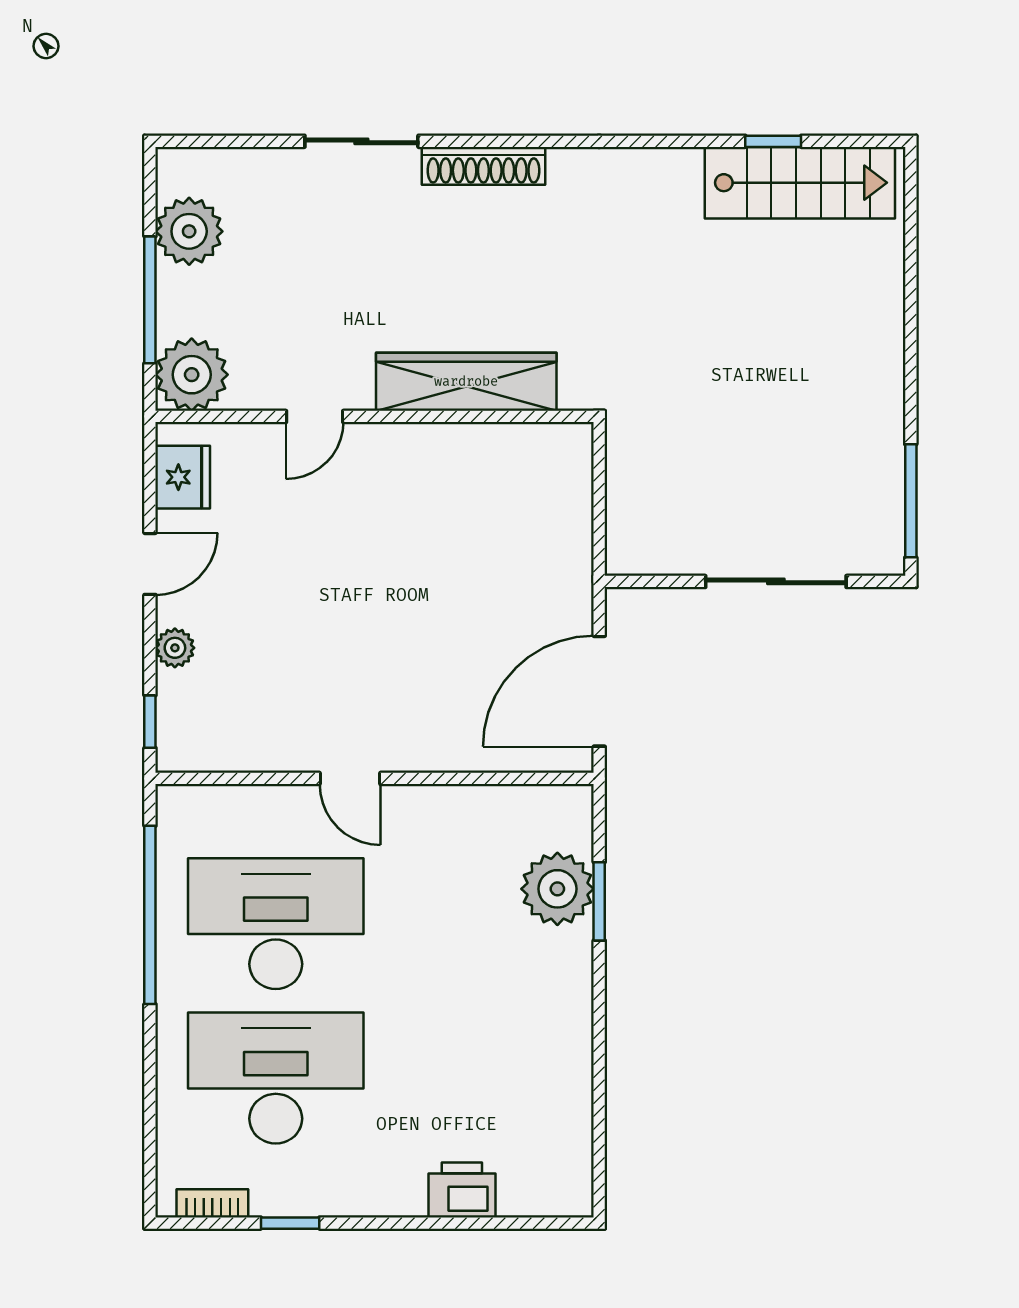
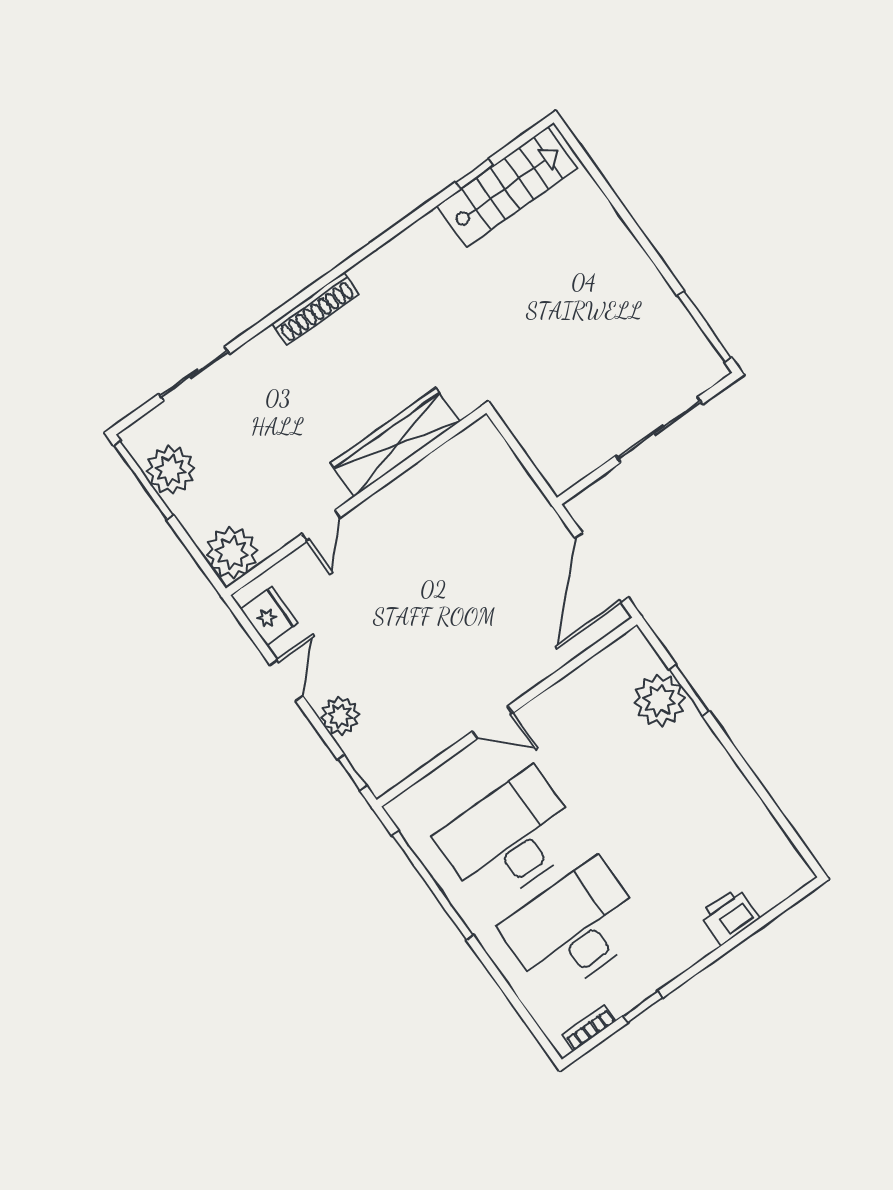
sliding door: (361, 141) -> (194, 374), moved
window: (150, 300) -> (144, 480), moved
plant: (175, 648) -> (340, 716), width x1.38, depth x1.38

